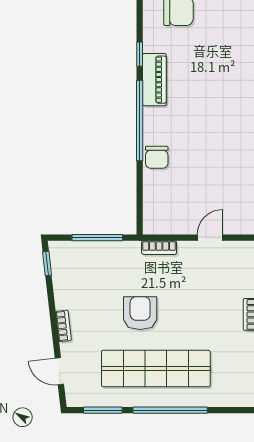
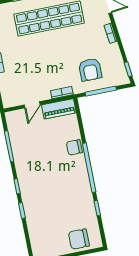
piano: (154, 80) -> (59, 109), moved, turned -90
chair: (157, 157) -> (74, 147), turned -90
armchair: (140, 313) -> (90, 70), moved

